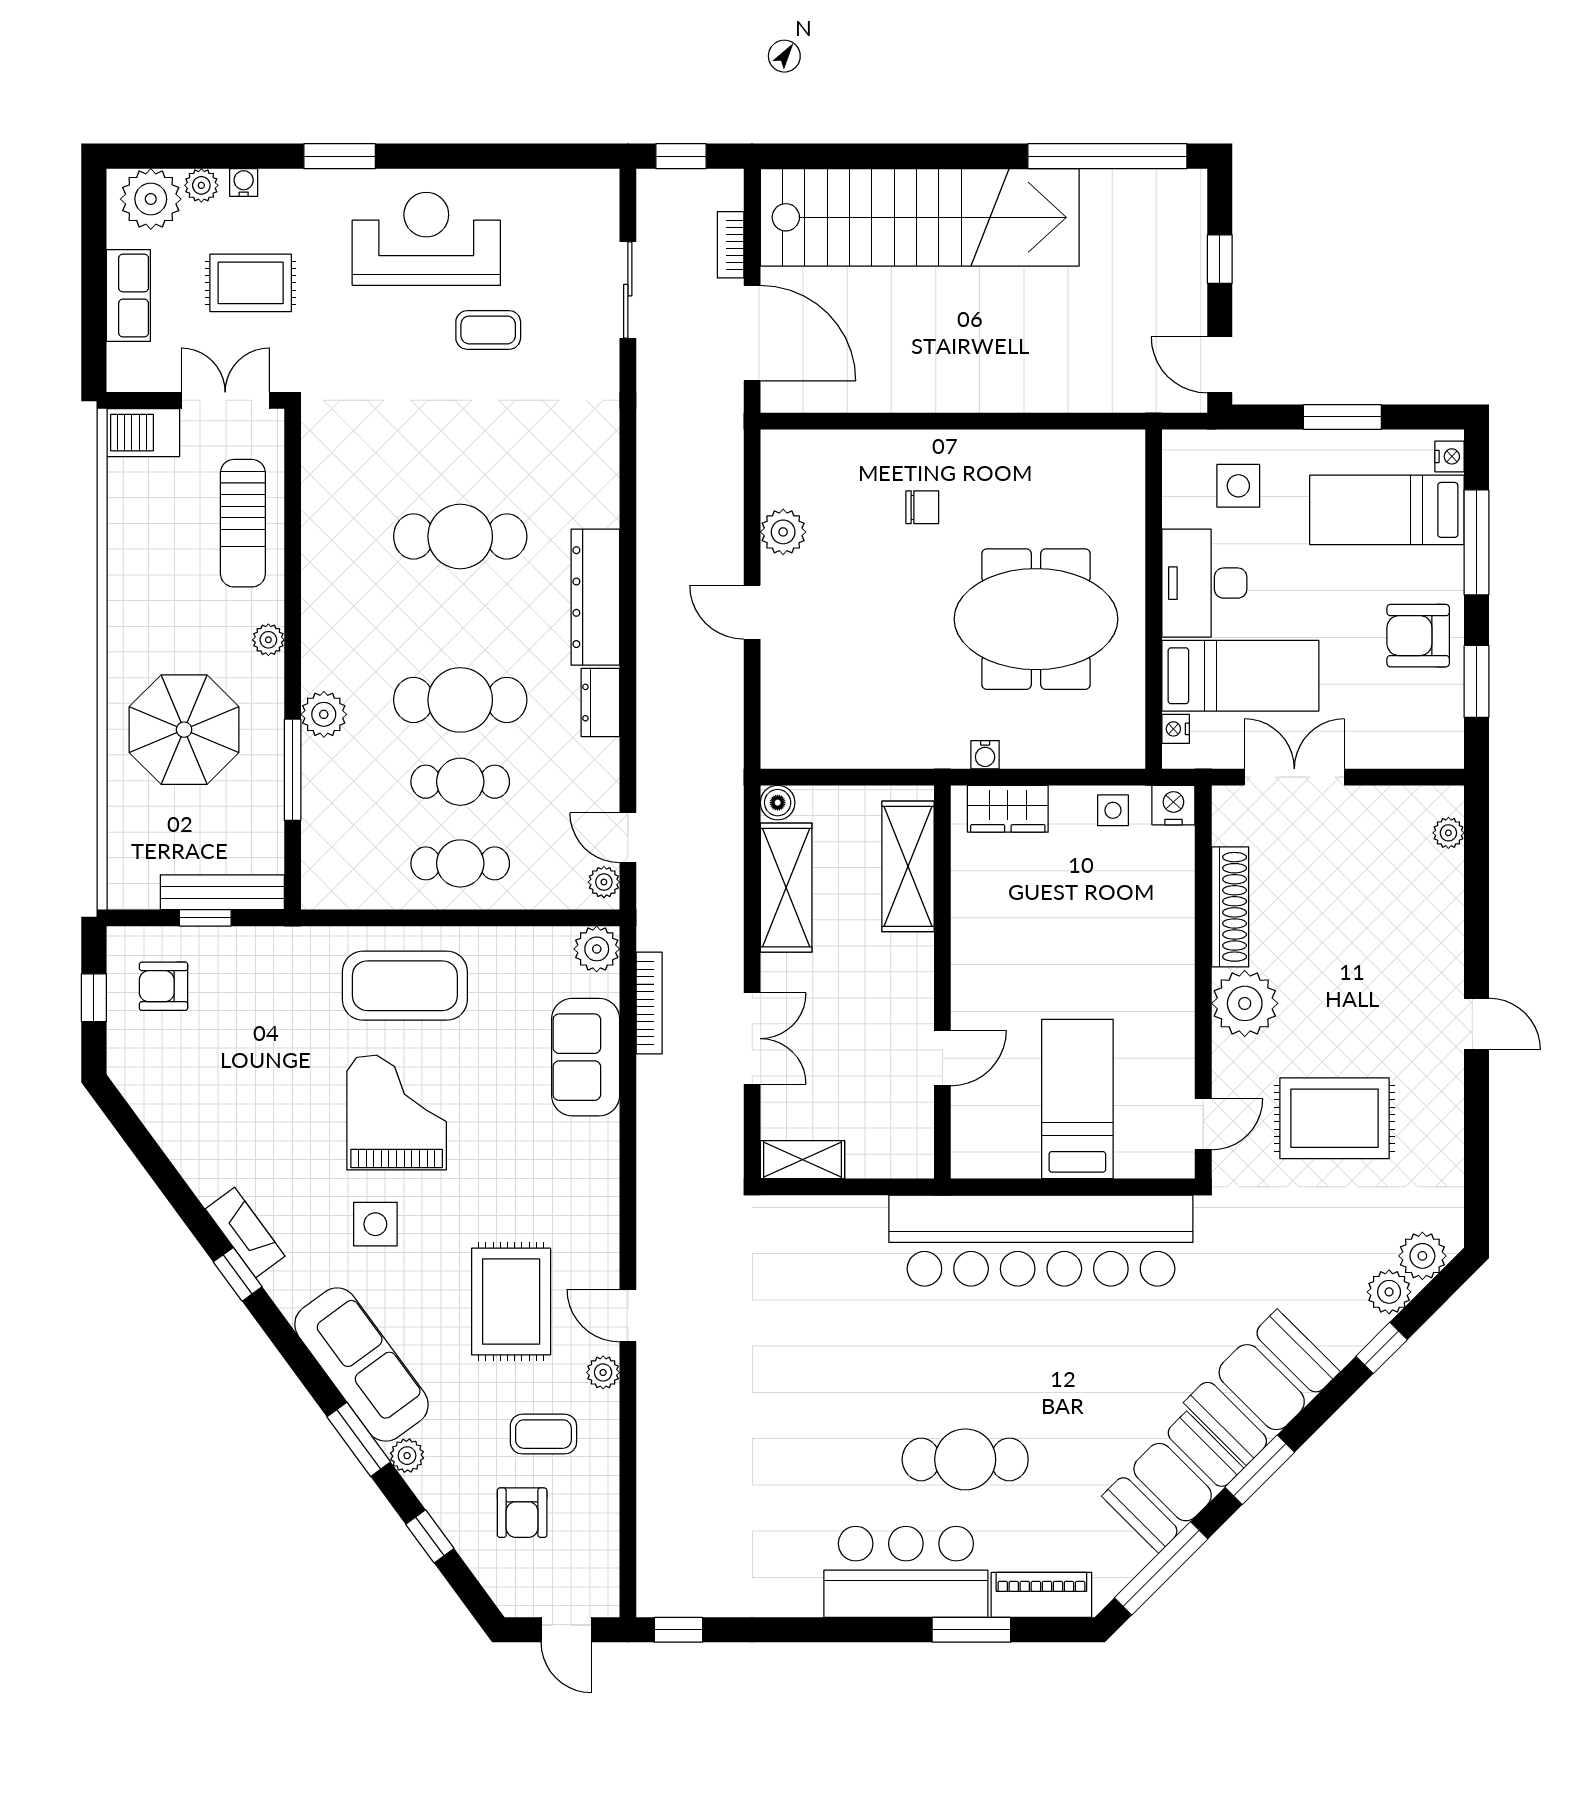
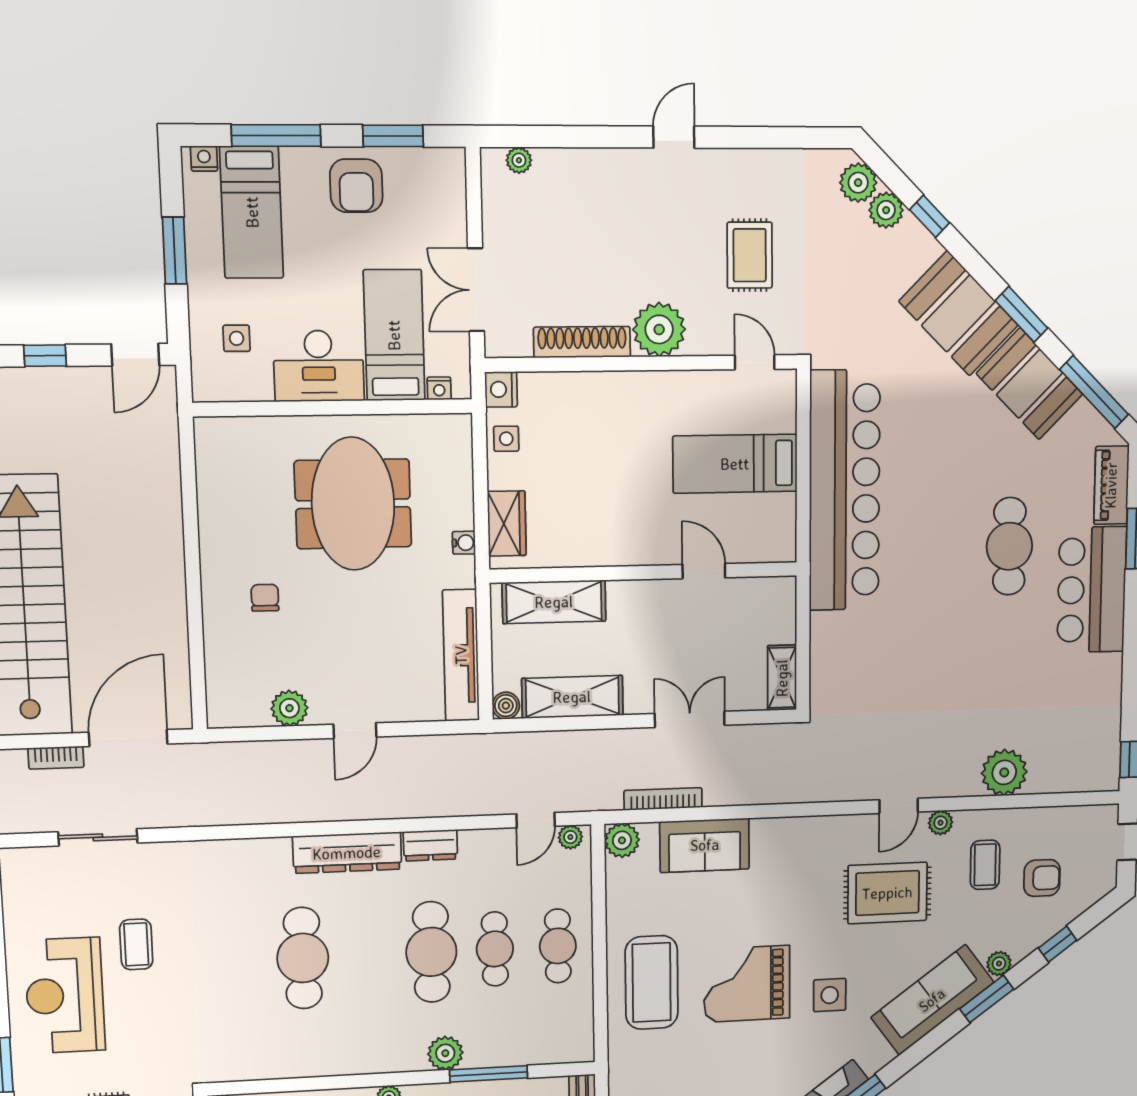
side table: (1238, 486) -> (237, 338), width x0.73, depth x0.73
tv unit: (843, 748) -> (461, 655), added
rug: (1335, 1118) -> (750, 255), width x0.73, depth x0.70
plant: (667, 1458) -> (1004, 772), added

